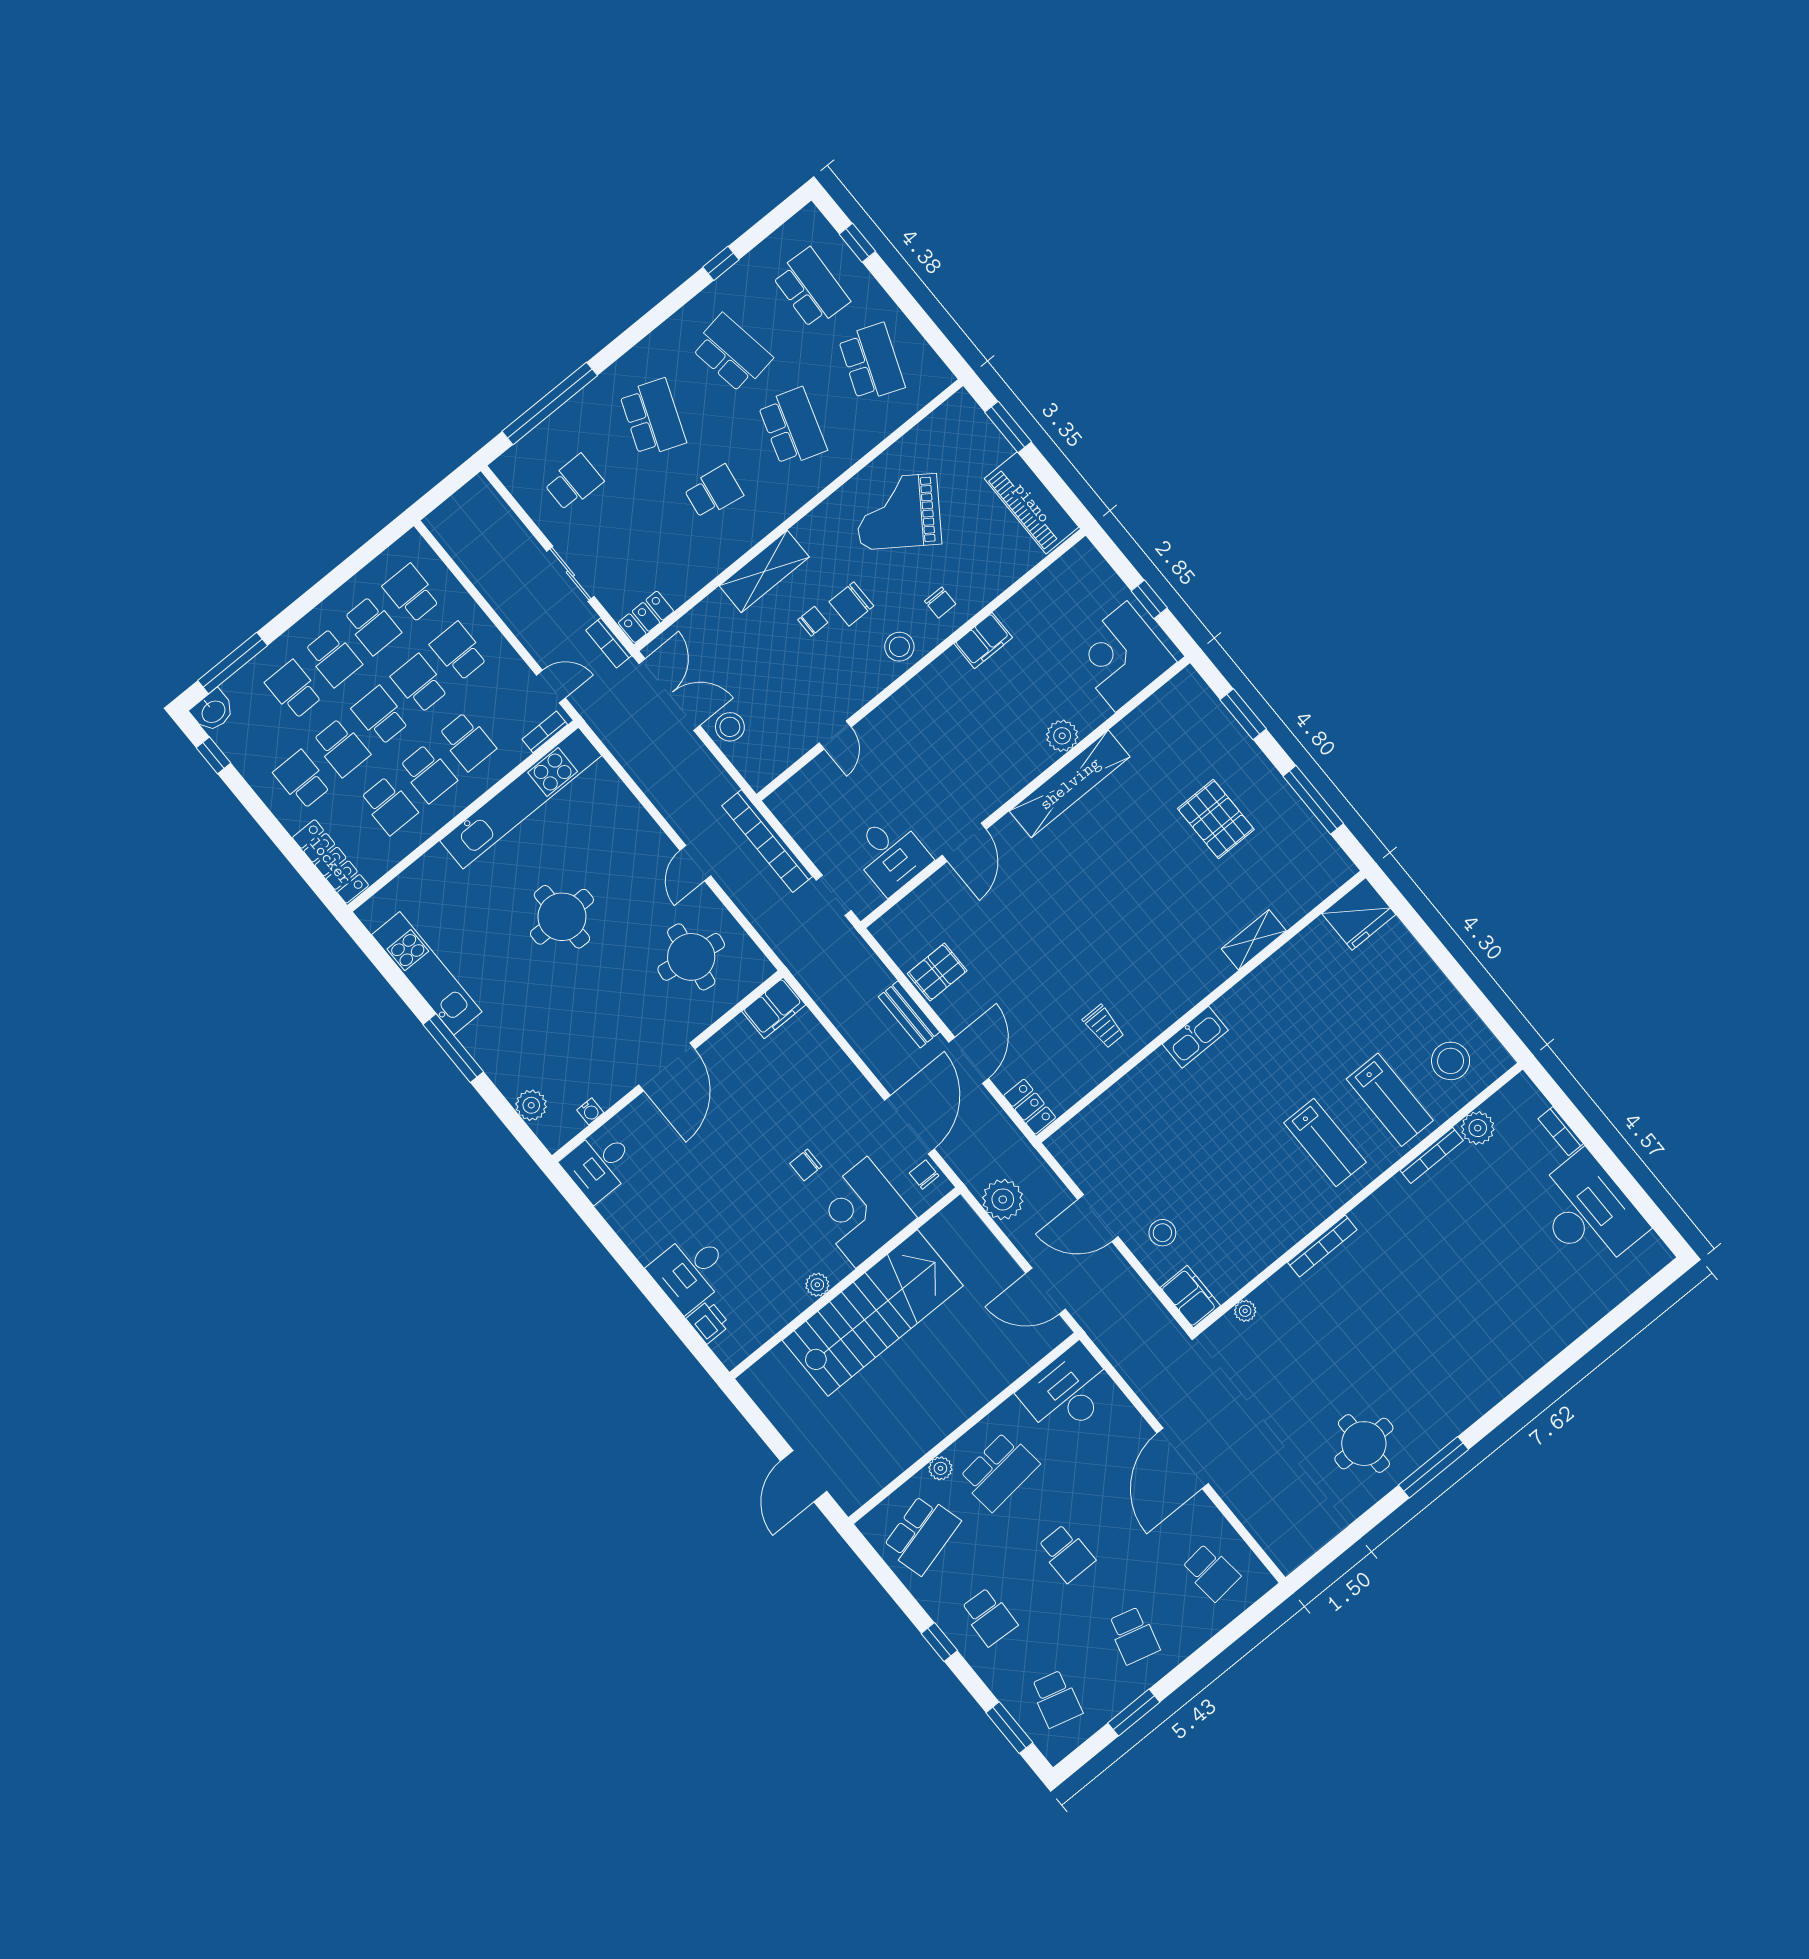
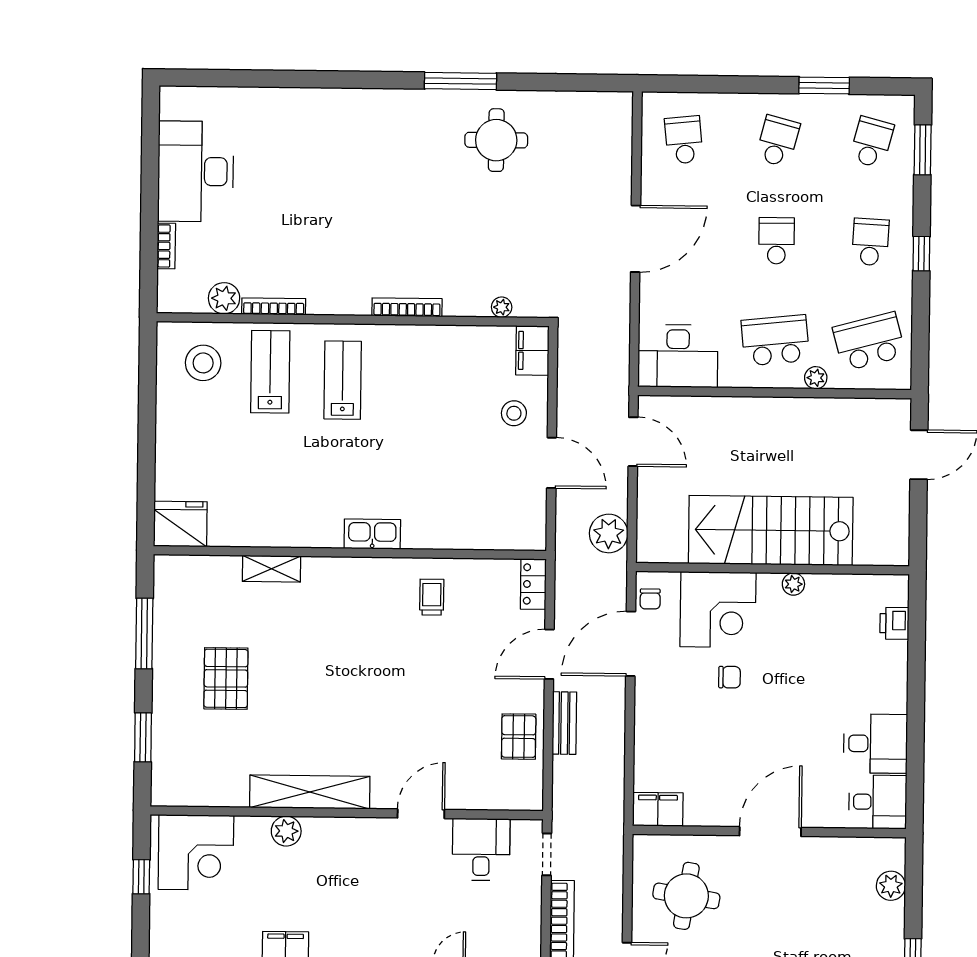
pallet: (937, 972) -> (519, 737), turned 90
water cooler: (590, 1111) -> (852, 846), removed
desk: (690, 1271) -> (875, 744), moved

